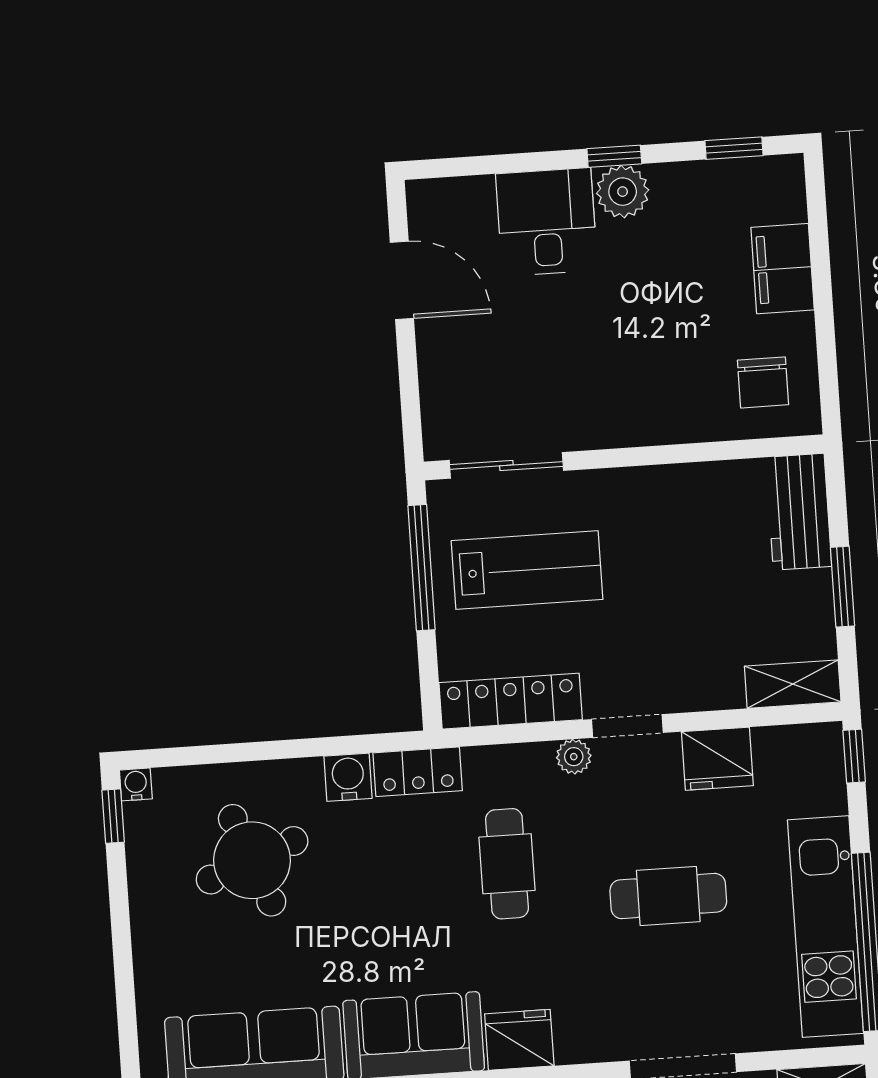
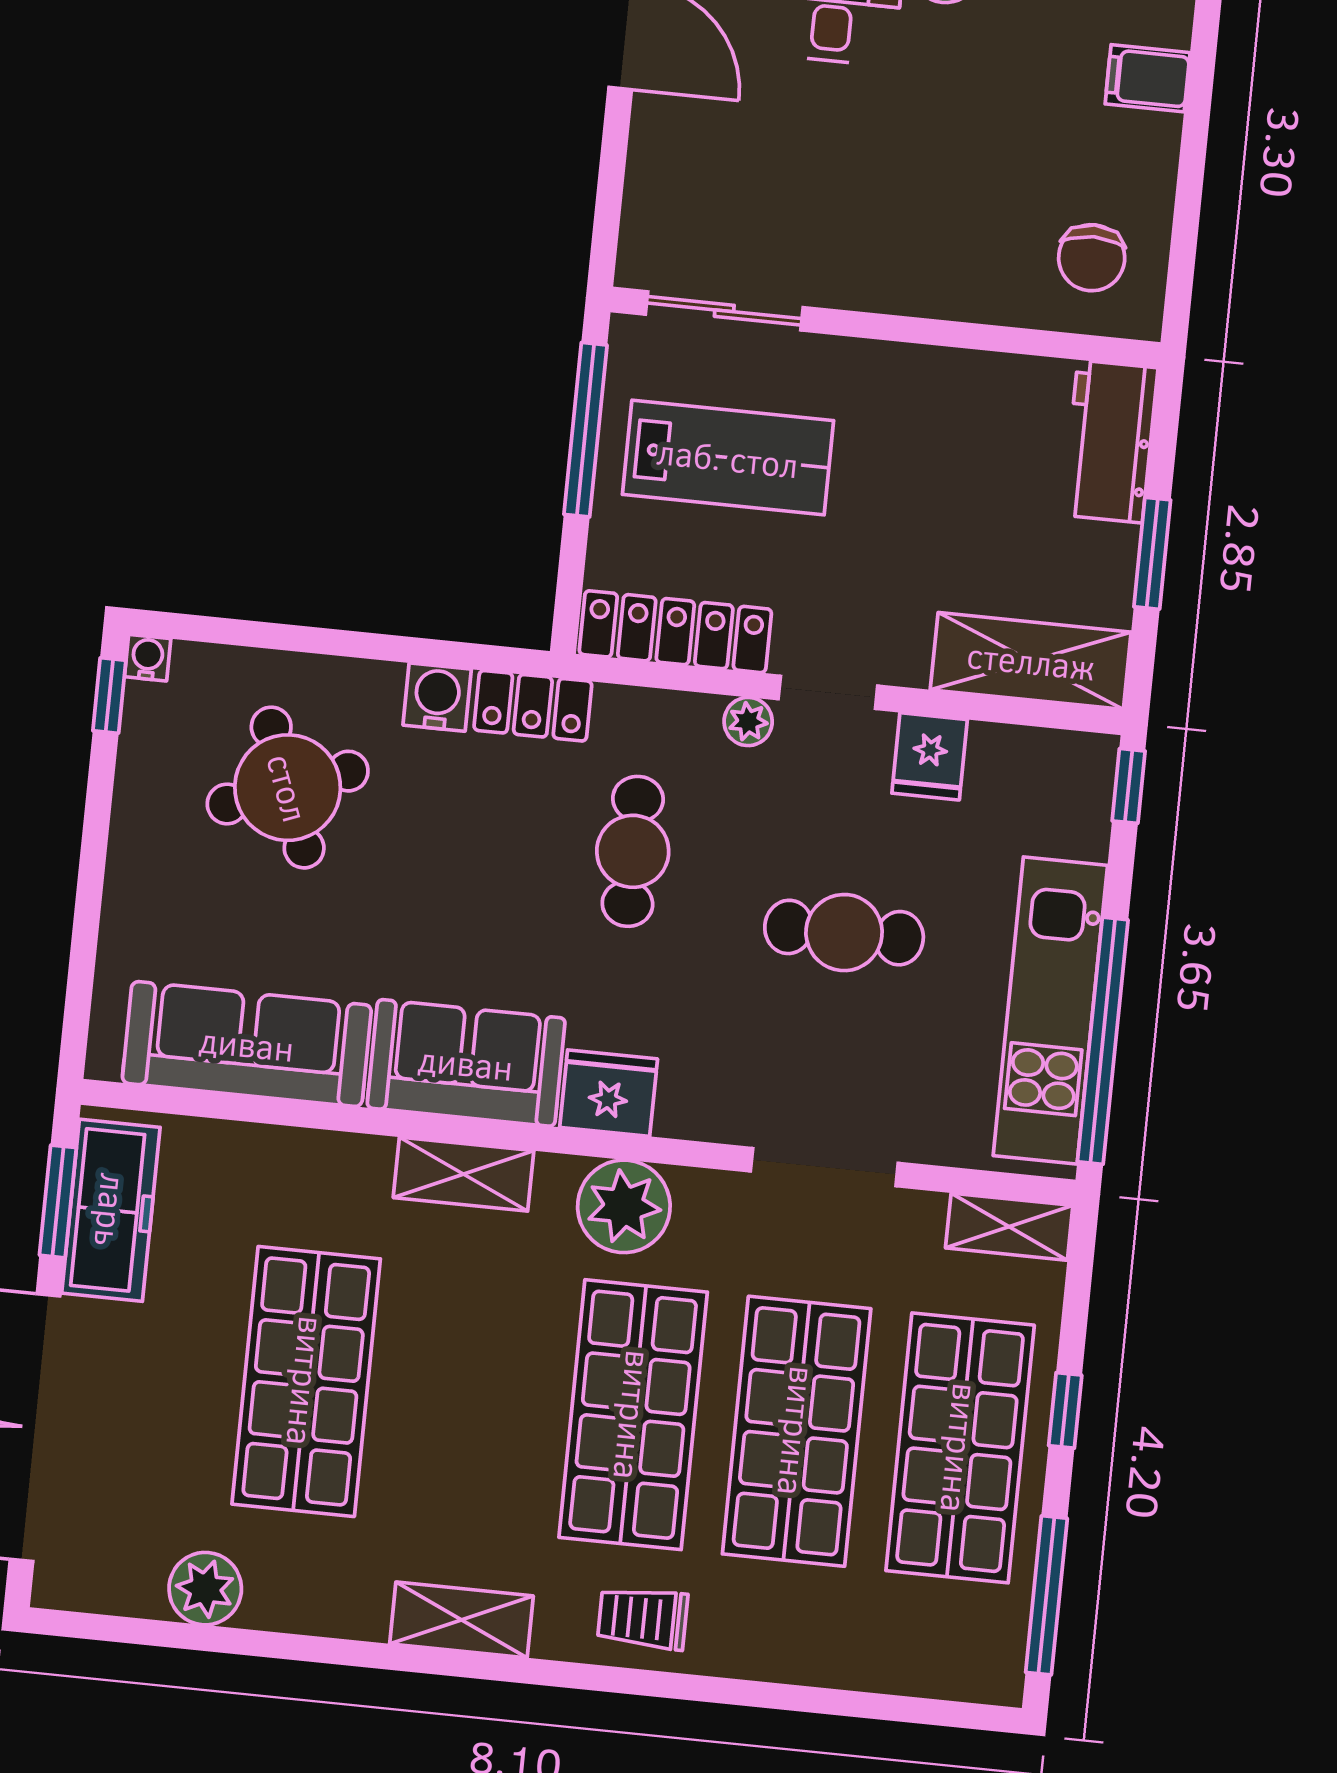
filing cabinet: (783, 269) -> (1148, 78), width x0.50
shelving: (793, 684) -> (1031, 661), width x1.50, depth x1.33
fridge: (717, 759) -> (930, 756), width x0.72

